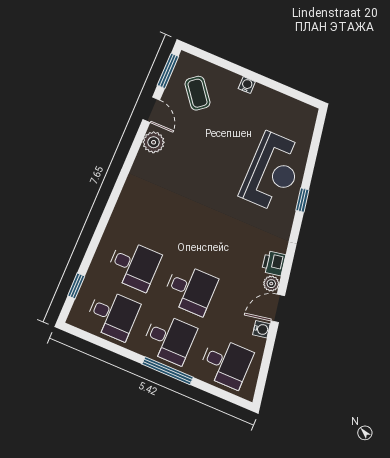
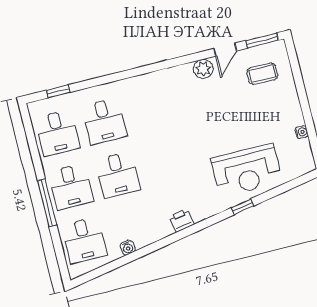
water cooler: (247, 85) -> (302, 132), moved
coffee table: (198, 93) -> (262, 74), turned 39
plant: (271, 284) -> (166, 230), removed
door: (278, 308) -> (152, 248), removed

